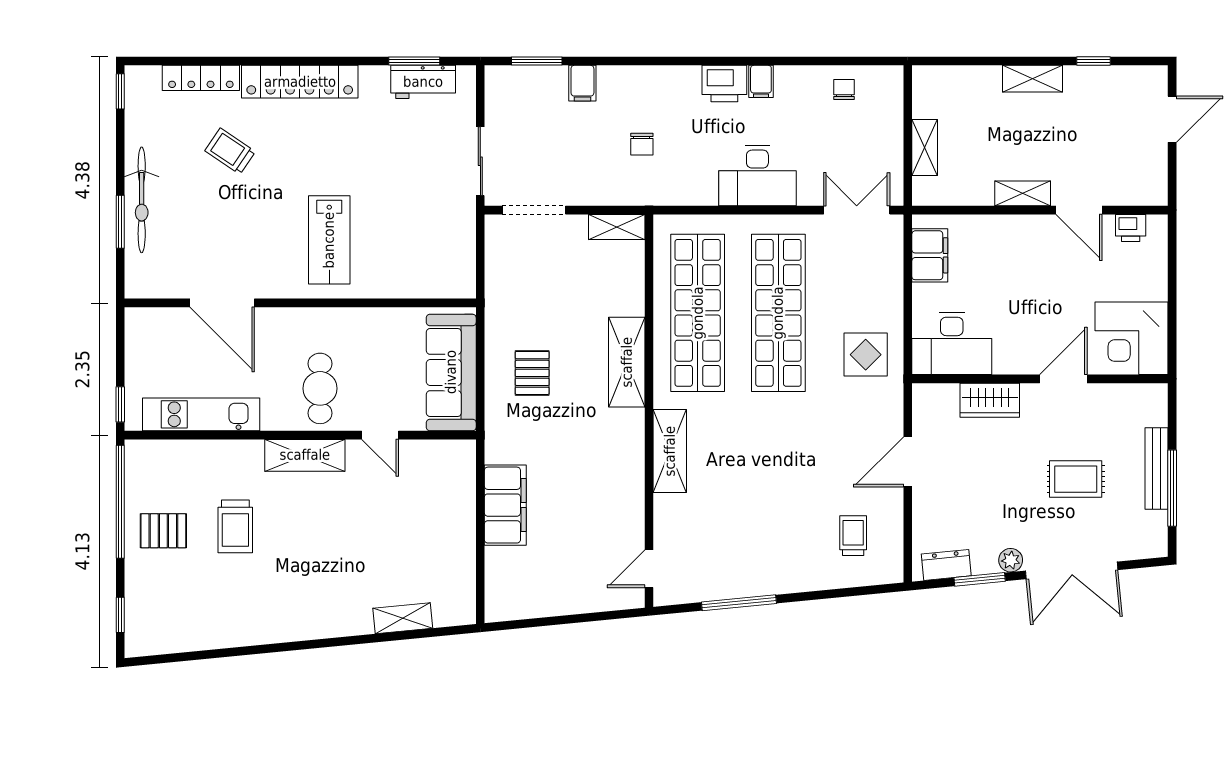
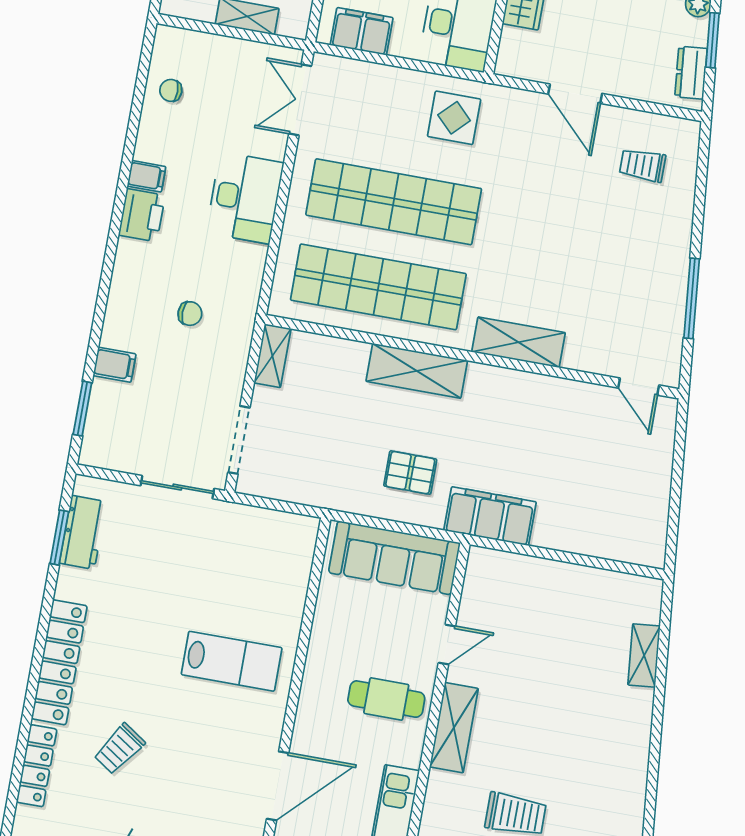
filing cabinet: (505, 505) -> (490, 516), moved

